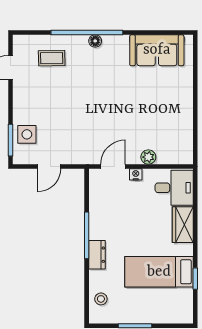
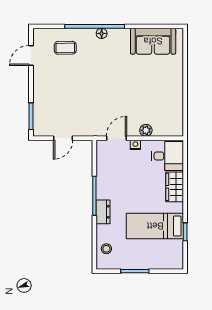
side table: (27, 134) -> (45, 111), removed

